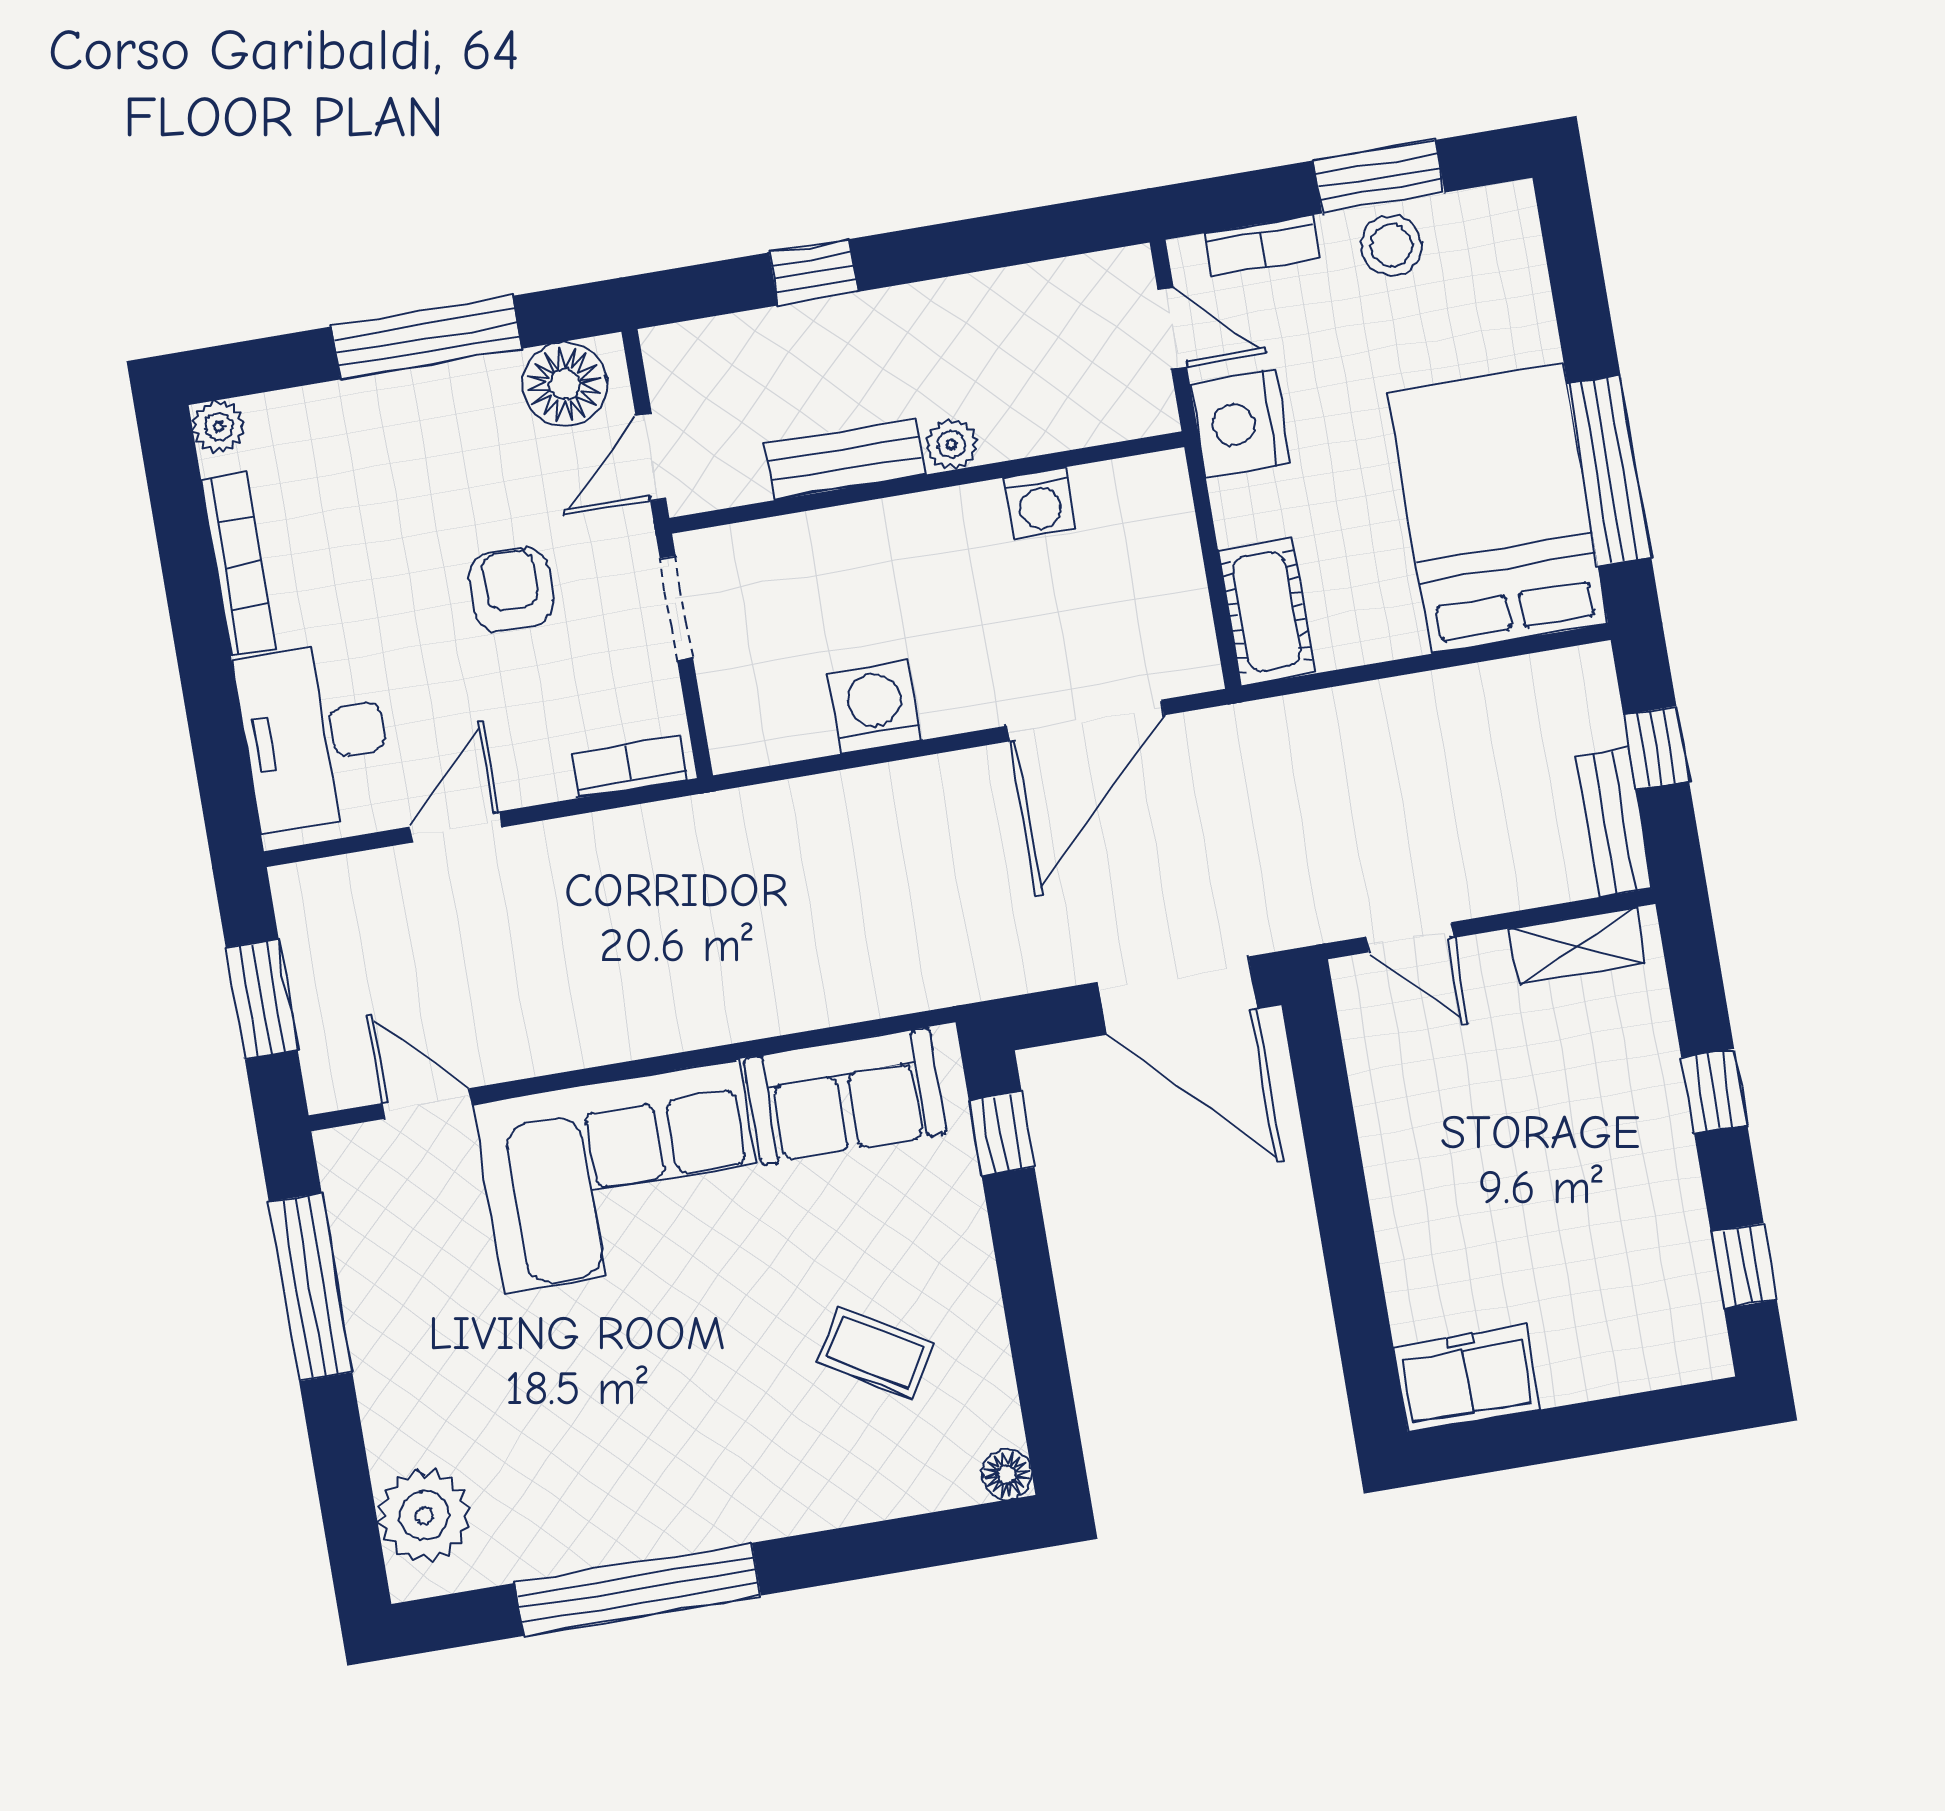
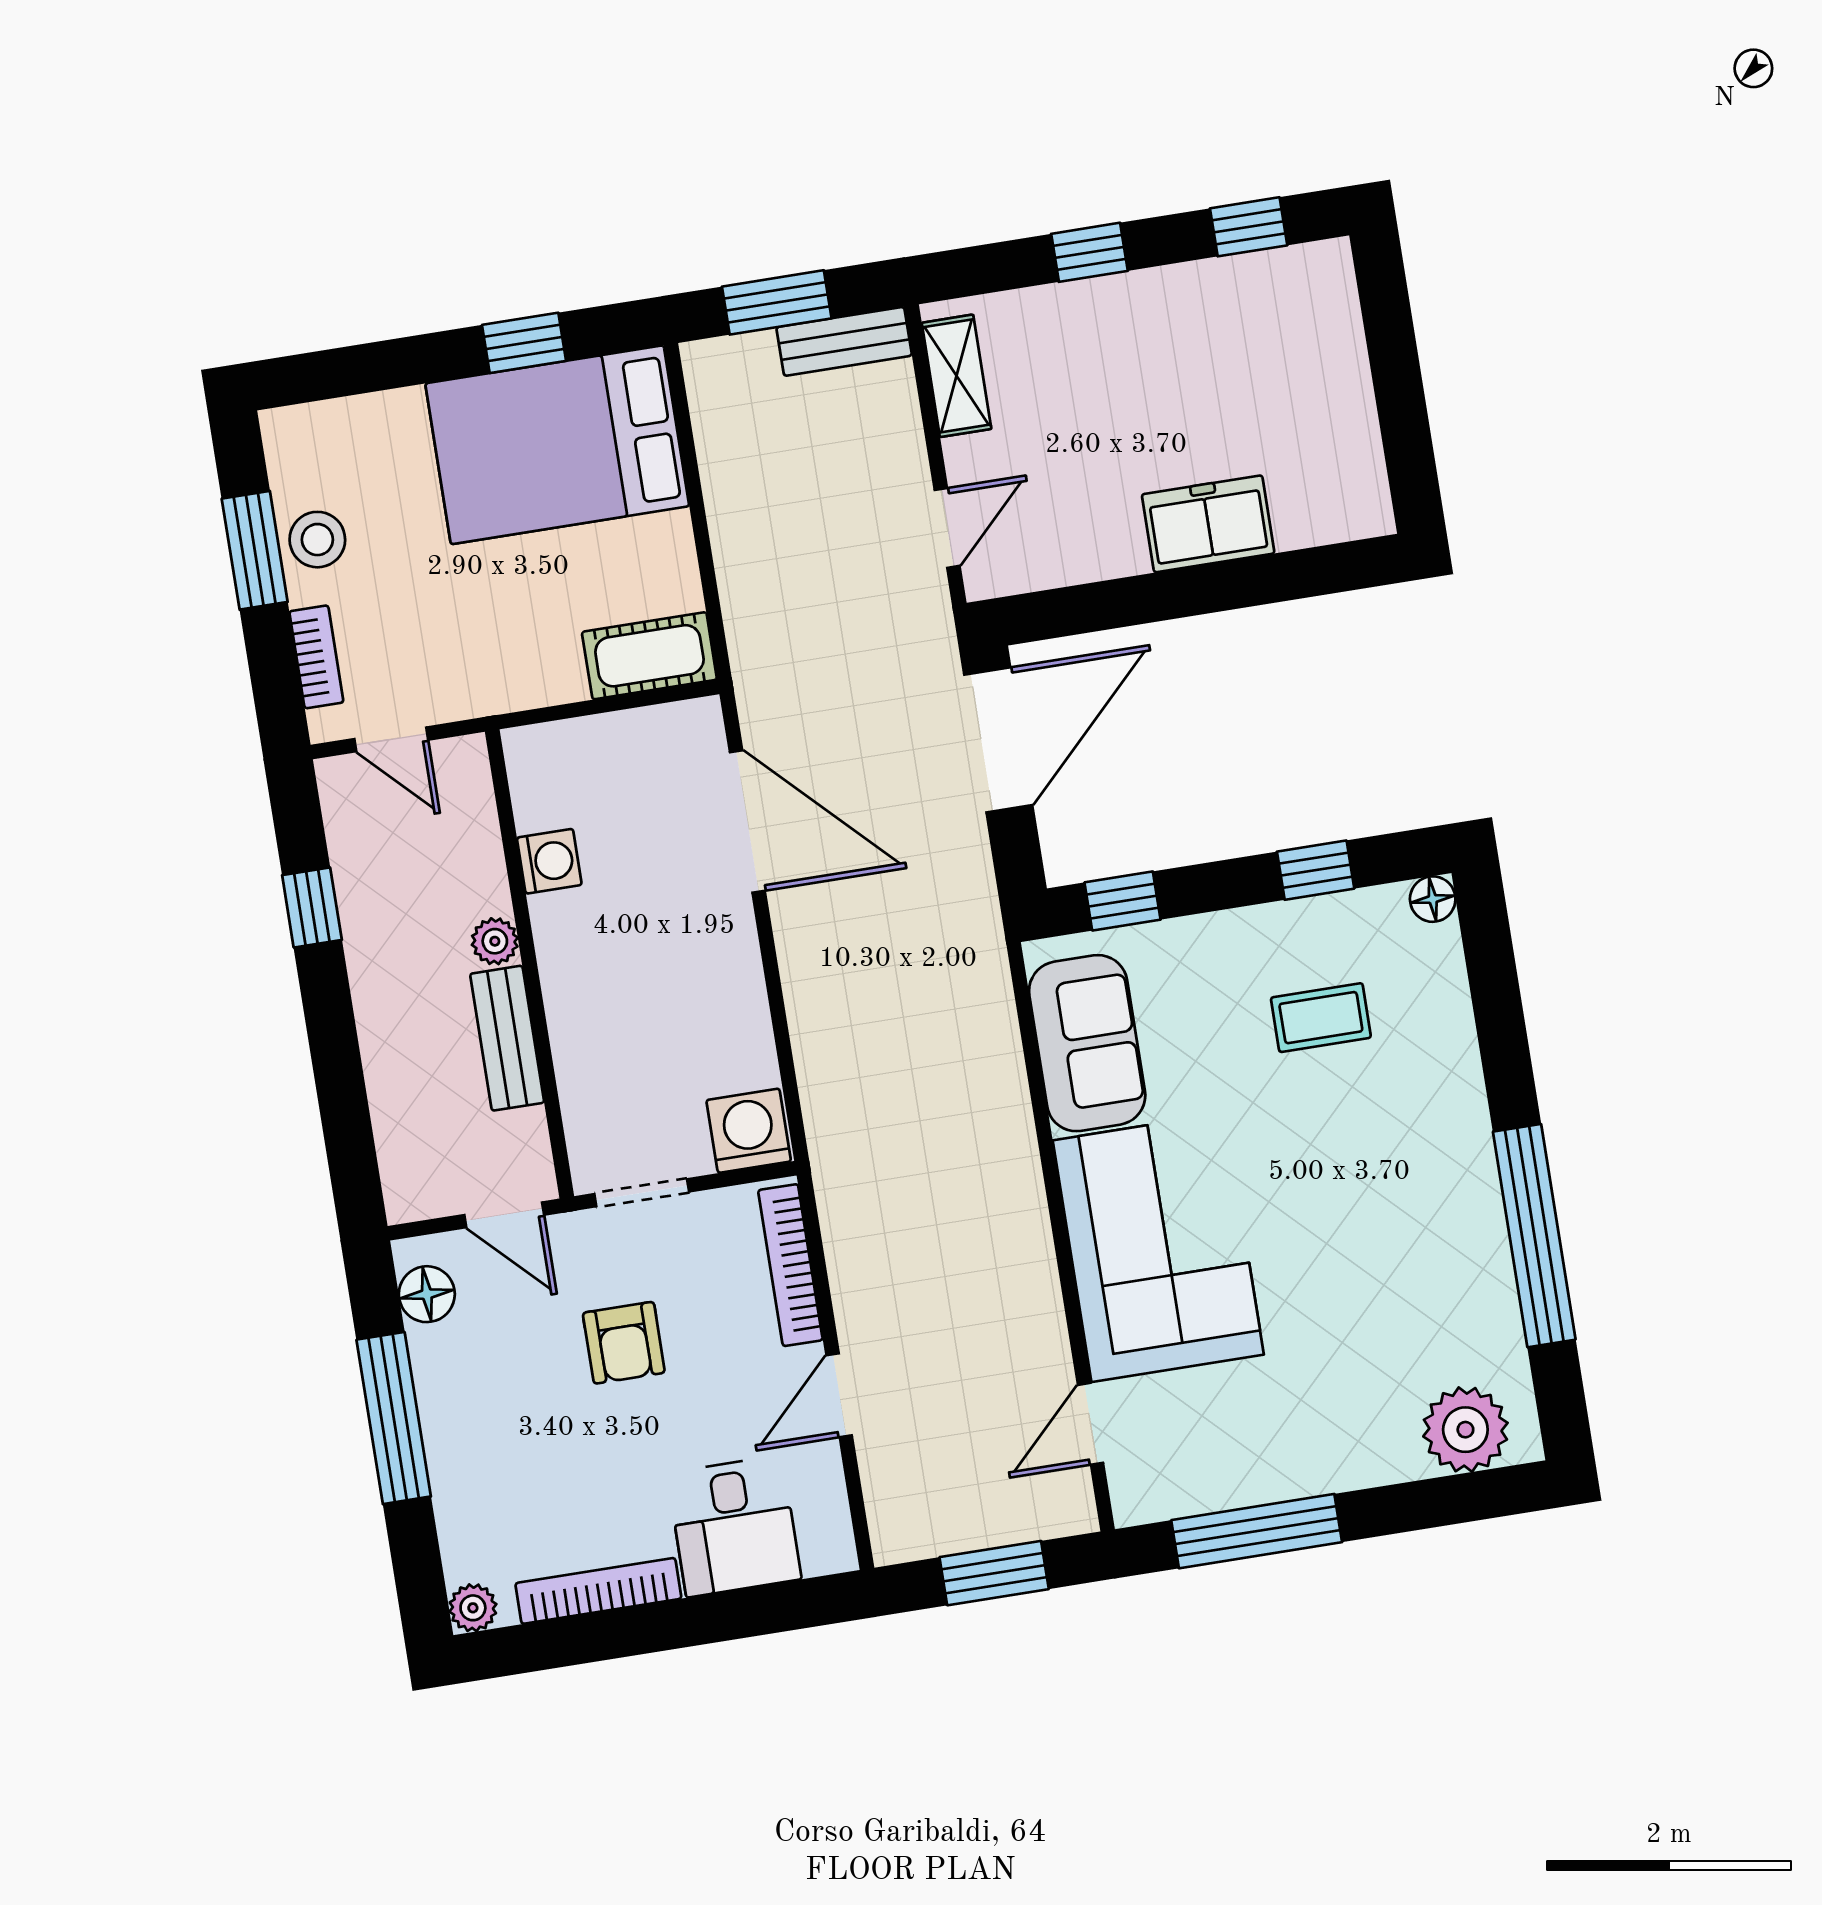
window: (814, 272) -> (312, 908), moved
door: (1172, 328) -> (391, 739), swing flipped
floor lamp: (565, 384) -> (427, 1294), width x0.73, depth x0.73
nightstand: (1240, 424) -> (478, 678), removed
window: (1609, 471) -> (524, 343), width x0.46
armchair: (511, 590) -> (624, 1343), turned -90
washing machine: (875, 707) -> (749, 1131), moved, turned 90
desk: (315, 736) -> (734, 1526), width x0.73
window: (1656, 748) -> (777, 302), width x1.50
bookcase: (629, 767) -> (790, 1265), width x1.56
door: (456, 827) -> (839, 1395), hinge flipped
window: (1037, 1345) -> (1316, 870), added
coffee table: (875, 1353) -> (1321, 1018), turned 59
freezer: (1467, 1378) -> (1208, 524), moved, turned 90

